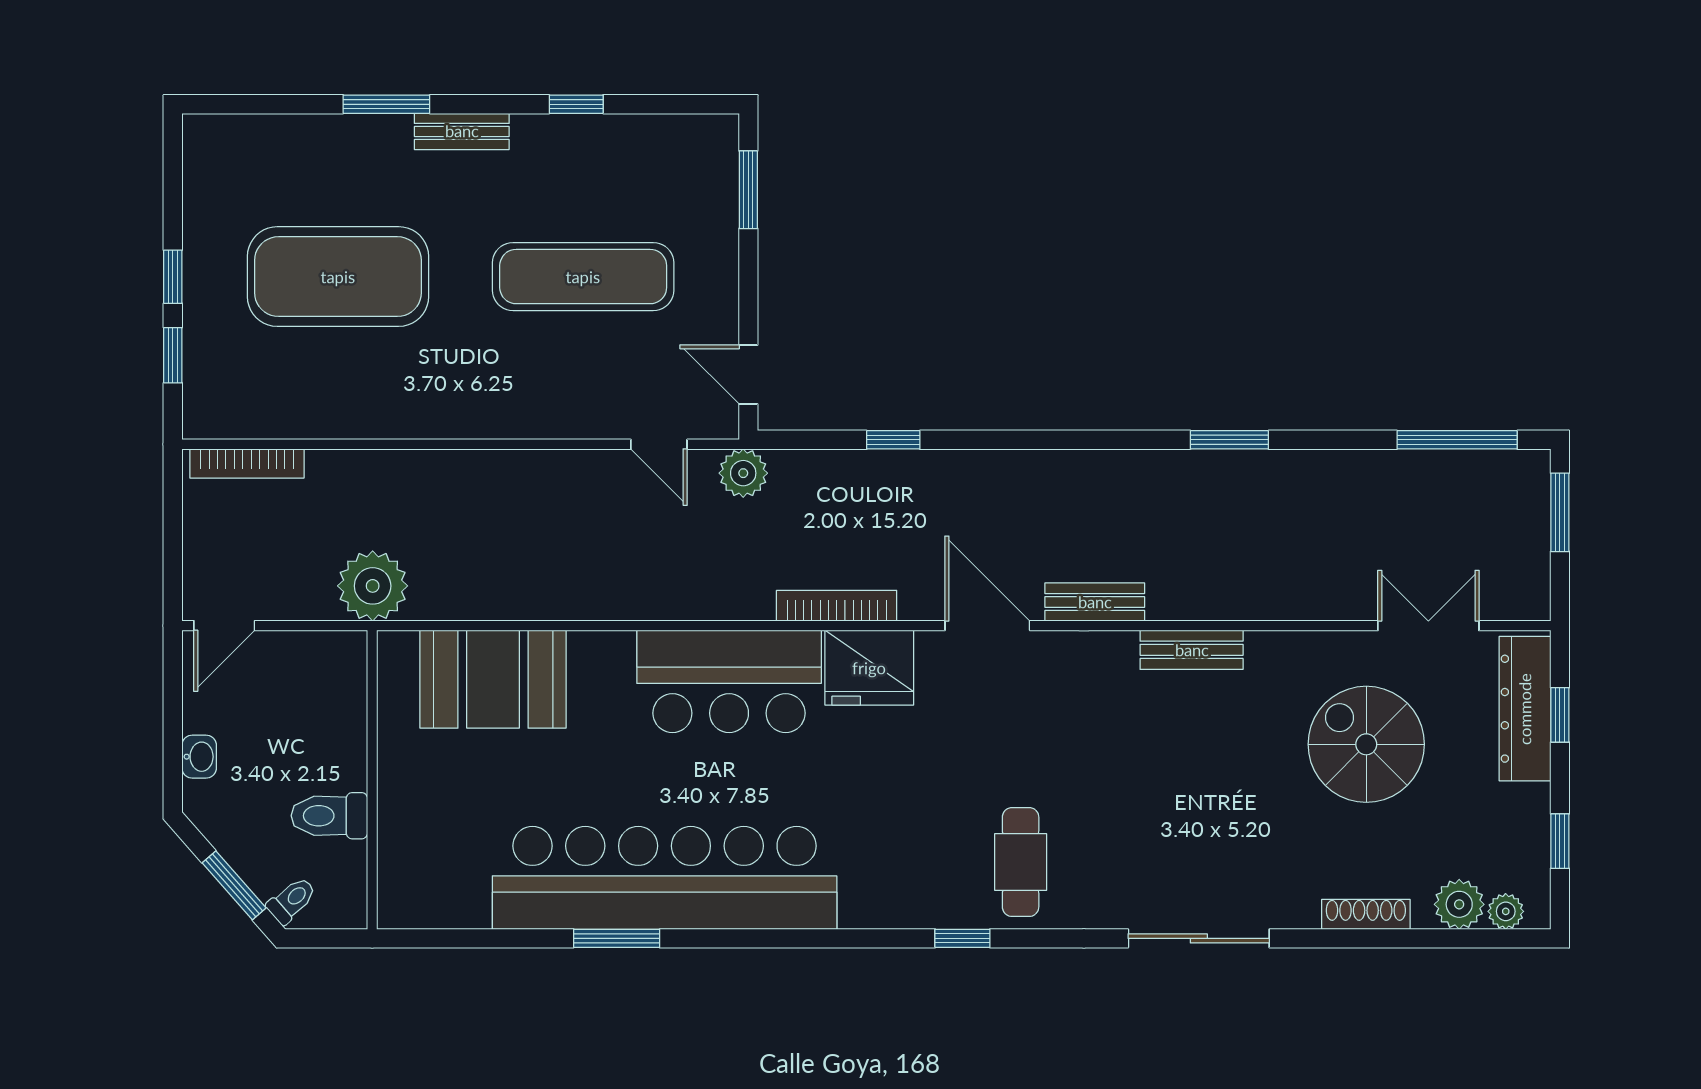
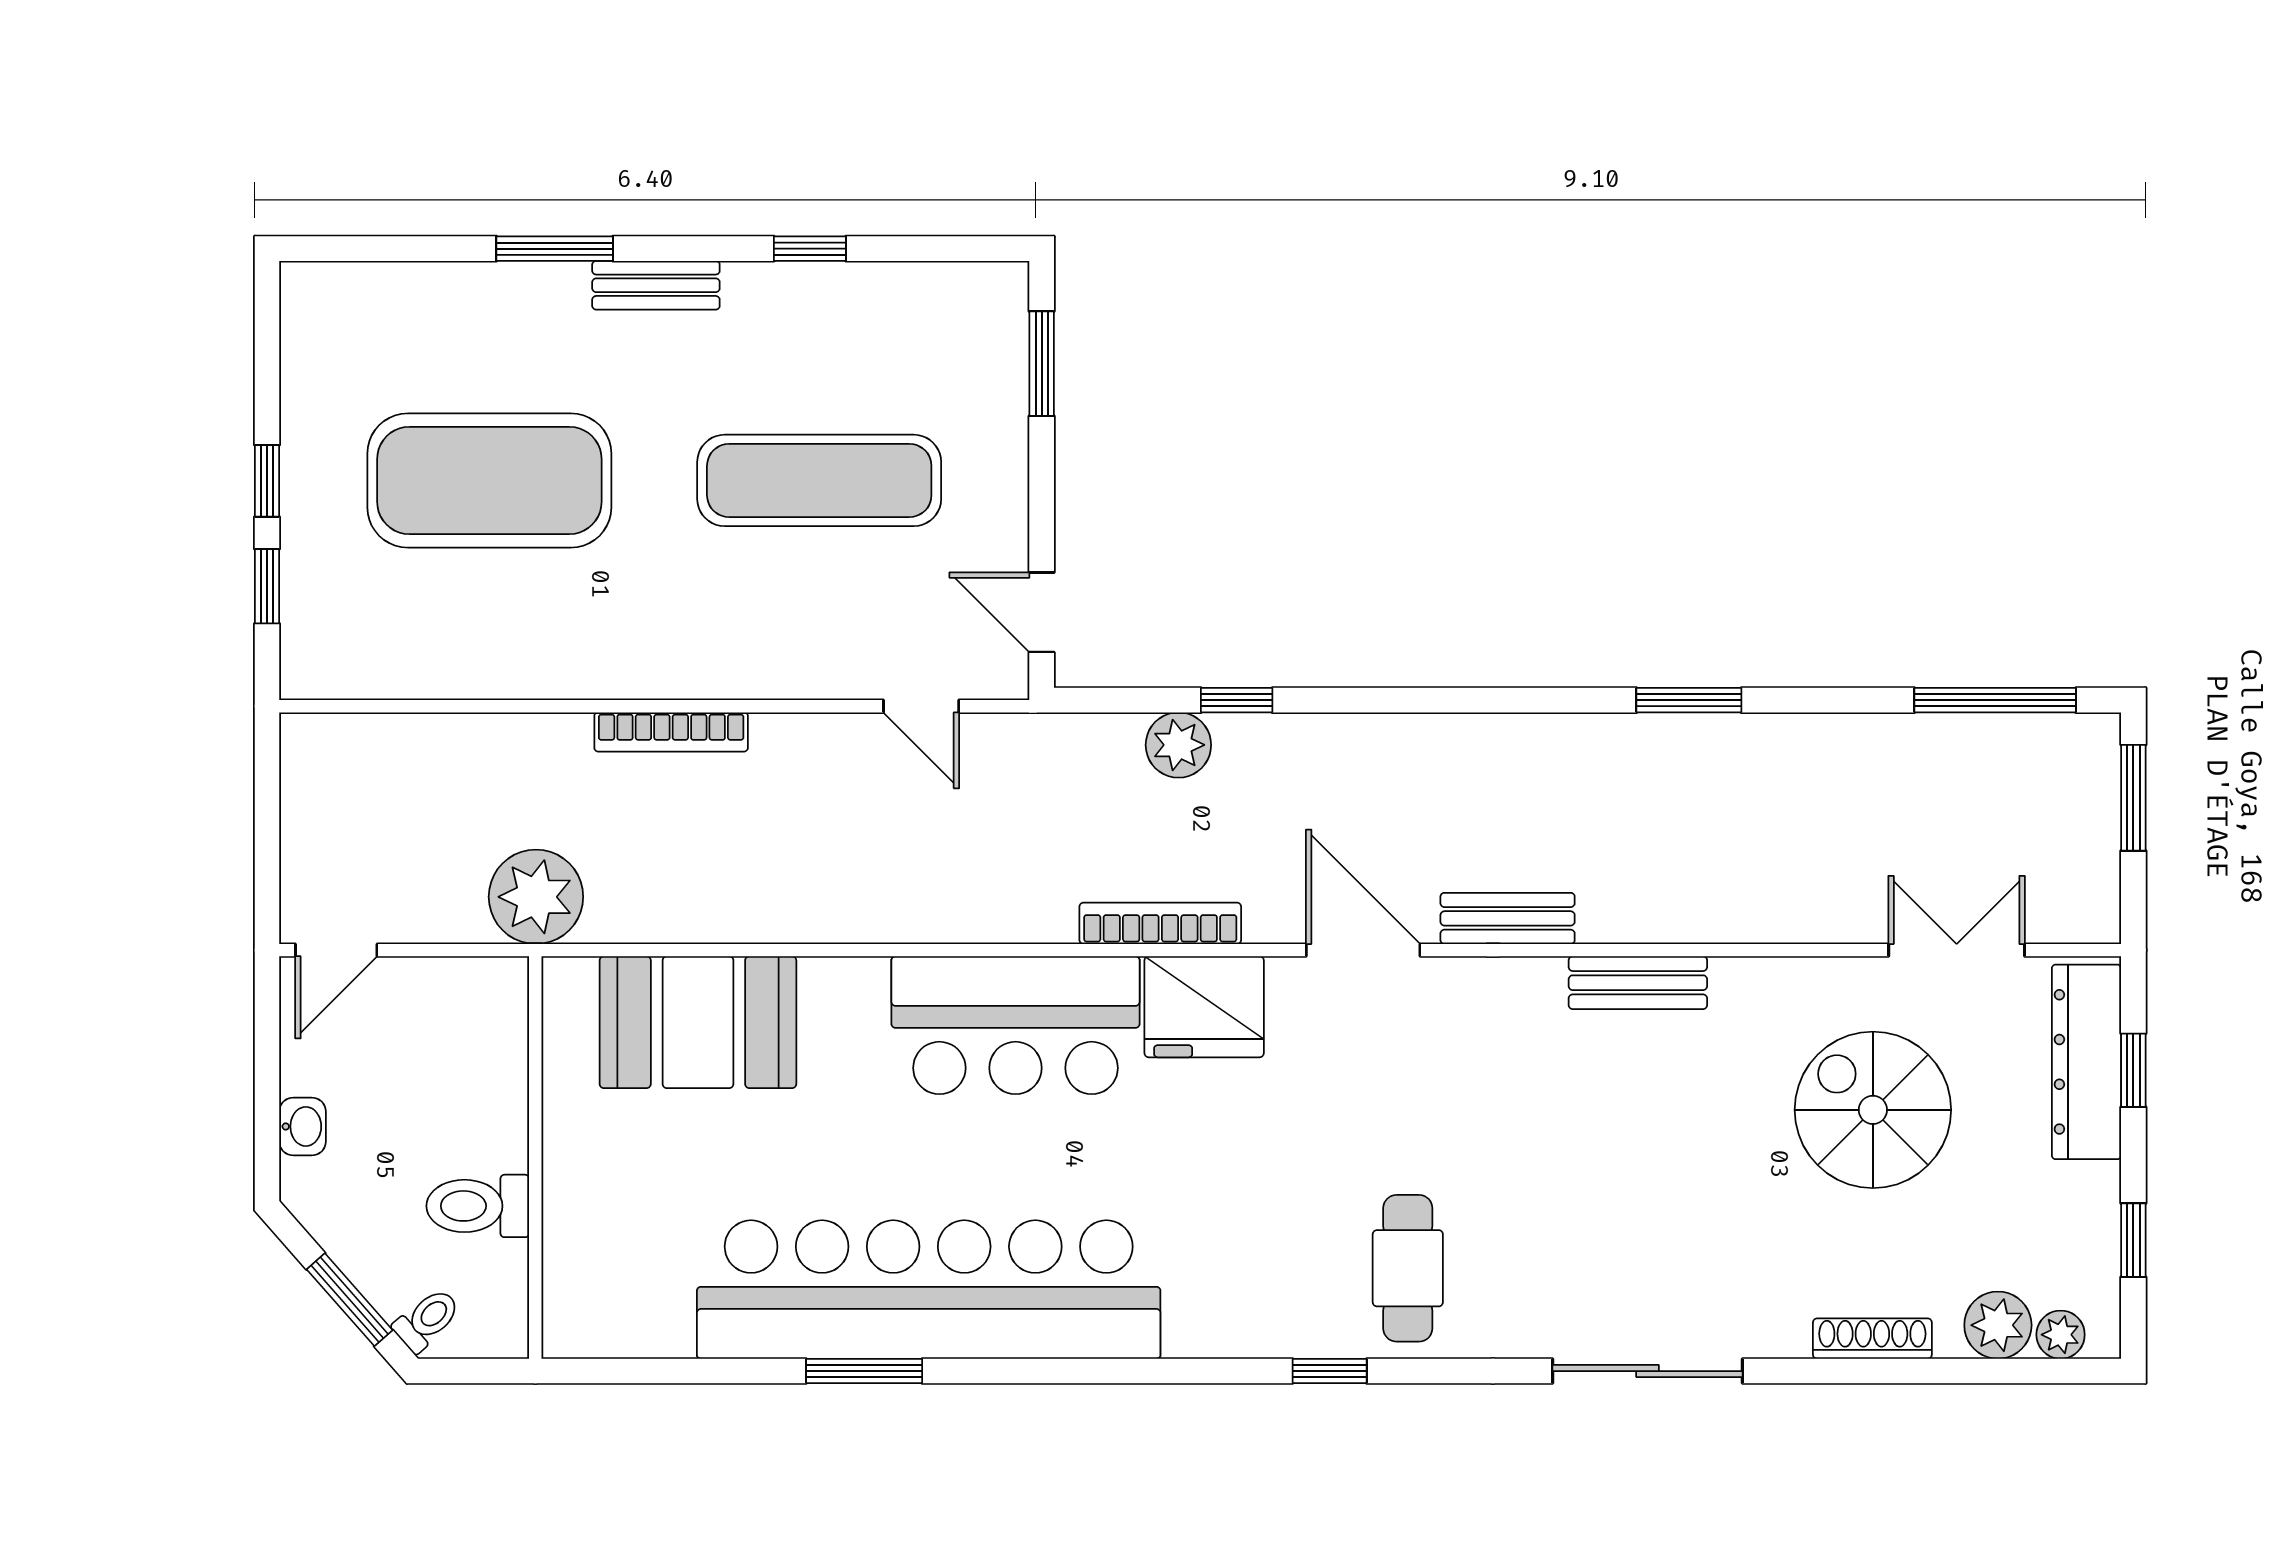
bookcase: (247, 463) -> (671, 732), moved
plant: (743, 473) -> (1178, 745), moved

